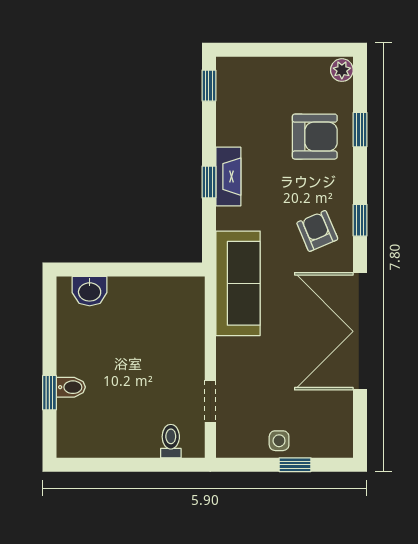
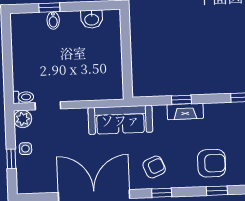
armchair: (315, 137) -> (212, 163), turned -90
washbasin: (90, 291) -> (92, 19), moved, turned -90
toilet: (171, 441) -> (23, 97), moved
plant: (230, 443) -> (23, 119), added

